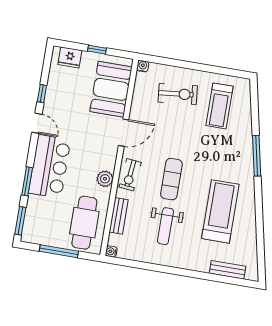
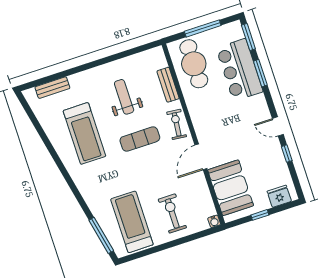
exercise bike: (178, 94) -> (172, 213), turned 96
treadmill: (219, 106) -> (132, 222), width x1.37, depth x1.38
window: (257, 156) -> (101, 235), moved
bar counter: (50, 166) -> (240, 70), moved
plant: (105, 179) -> (196, 110), removed
exercise mat: (171, 179) -> (140, 139), turned 90
water cooler: (111, 251) -> (158, 51), removed

